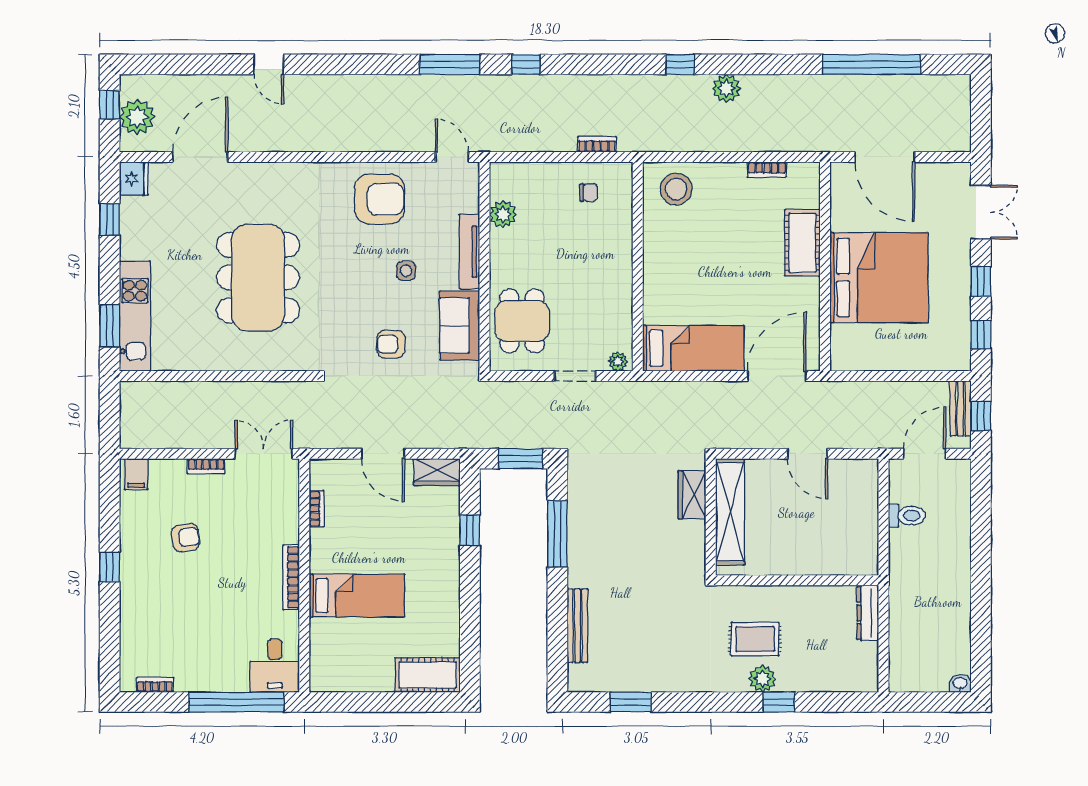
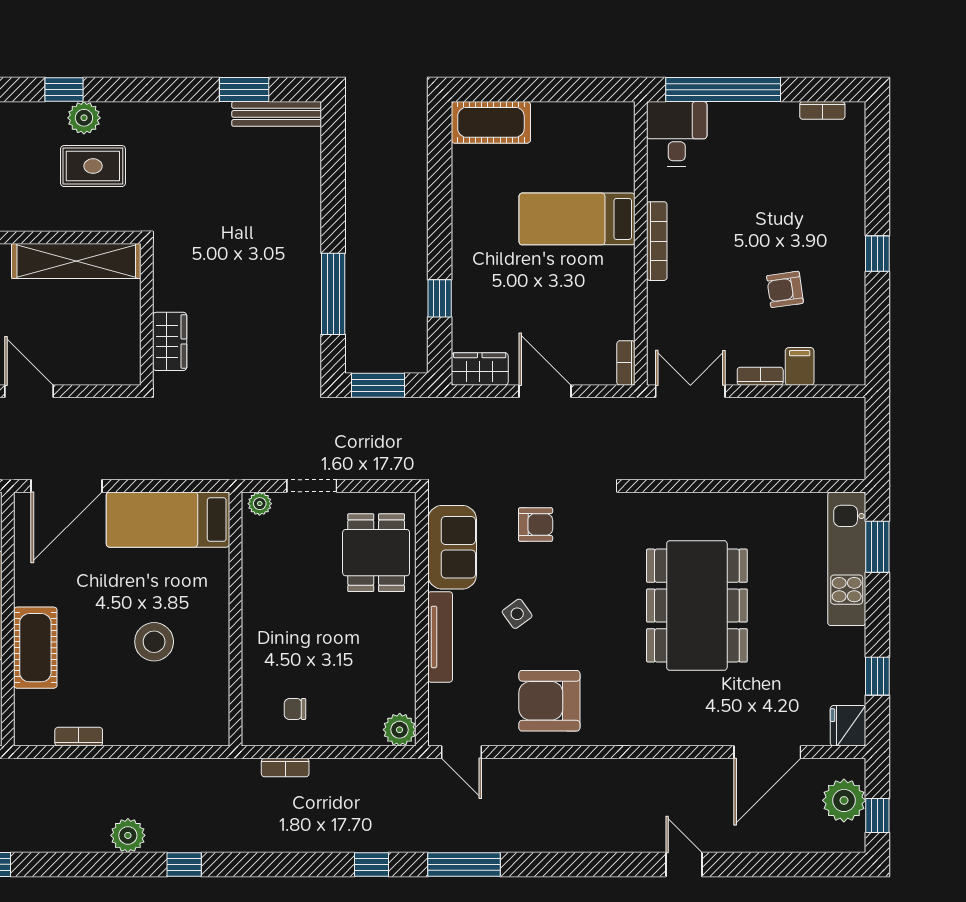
stool: (676, 189) -> (154, 642), moved
plant: (503, 214) -> (400, 730), moved
side table: (406, 271) -> (517, 614), turned -36
double door: (264, 454) -> (690, 391), swing flipped
filing cabinet: (136, 474) -> (800, 366), moved
bookcase: (317, 509) -> (626, 363), moved
shelving: (730, 512) -> (76, 261), moved, turned 90
bench: (577, 626) -> (277, 114), moved, turned 90

